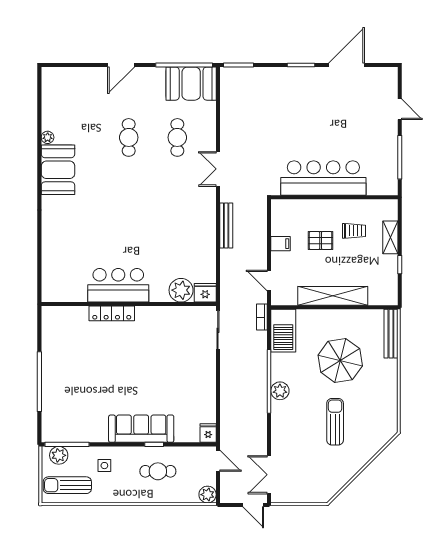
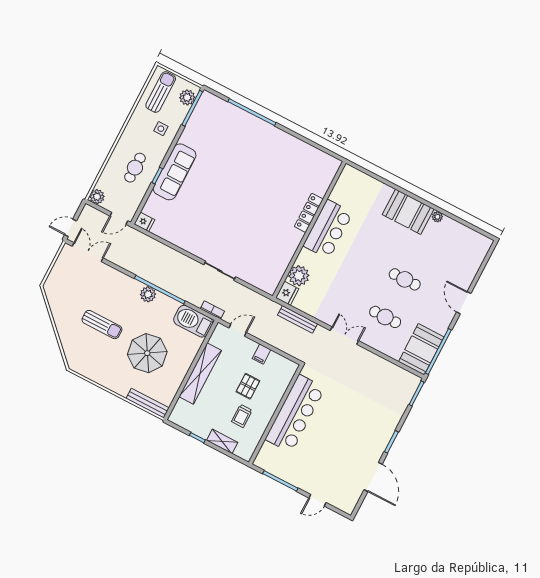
bar counter: (118, 285) -> (328, 229), moved
plant: (181, 290) -> (299, 276), moved
fridge: (205, 293) -> (287, 293), moved
wall: (129, 304) -> (309, 230), moved
locker: (112, 313) -> (309, 213), moved

